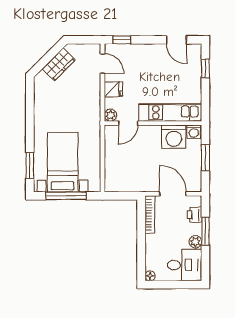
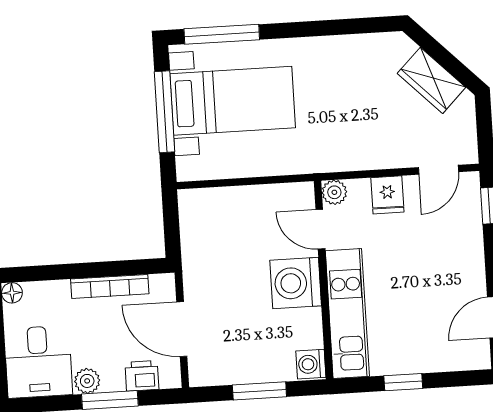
window: (205, 68) -> (403, 382), moved
washing machine: (174, 137) -> (296, 283), moved
window: (30, 165) -> (222, 34), width x1.44
door: (173, 194) -> (182, 329), swing flipped
bookcase: (150, 215) -> (110, 286), moved

